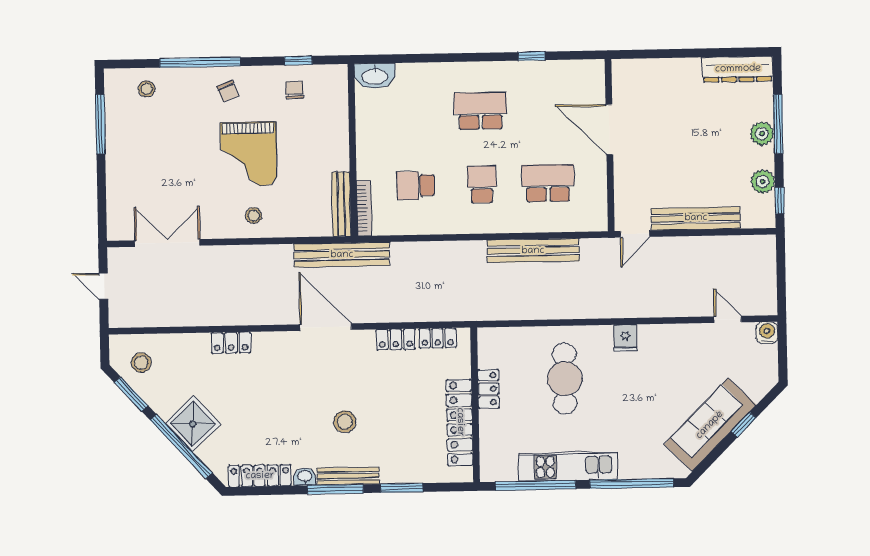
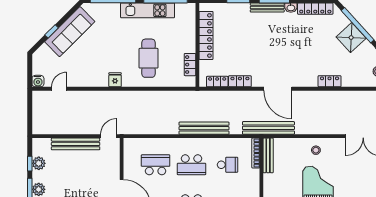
school desk: (548, 183) -> (156, 165), turned 180
school desk: (482, 184) -> (191, 165), width x1.85
window: (780, 200) -> (30, 164), moved
bench: (533, 251) -> (204, 128), moved
door: (728, 319) -> (59, 89), swing flipped
locker: (488, 389) -> (190, 65), moved
stool: (345, 422) -> (269, 37), removed

